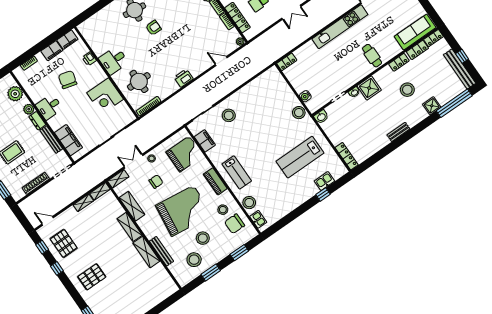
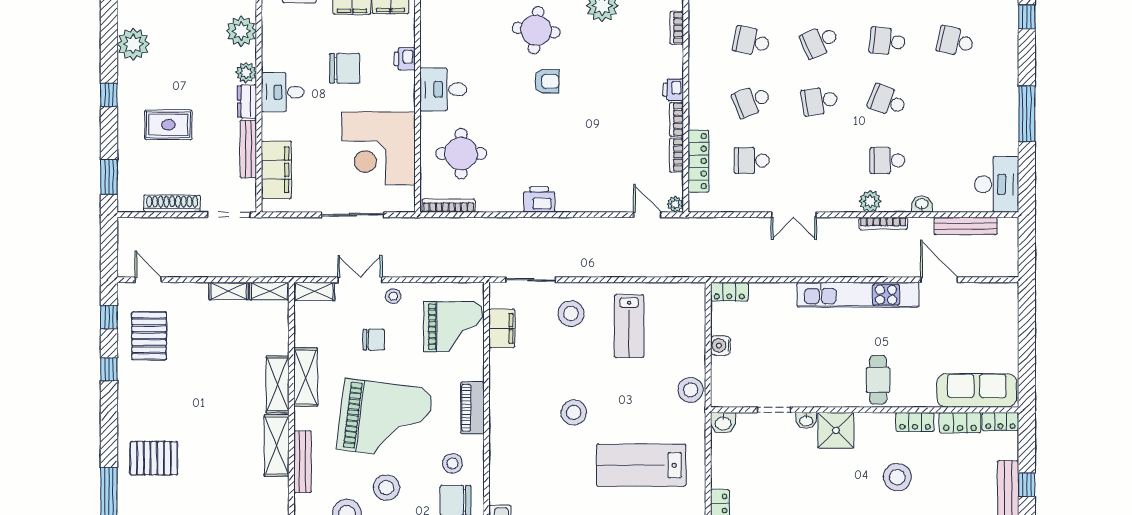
door: (221, 61) -> (647, 215), moved
chair: (68, 80) -> (345, 68), turned 75
corner desk: (105, 96) -> (379, 148), width x1.36, depth x1.36
water cooler: (305, 96) -> (721, 345), moved
lab bench: (237, 172) -> (629, 326), moved
stool: (249, 203) -> (574, 412), moved
shelving: (132, 206) -> (306, 377), moved
pallet: (92, 277) -> (154, 458), moved

